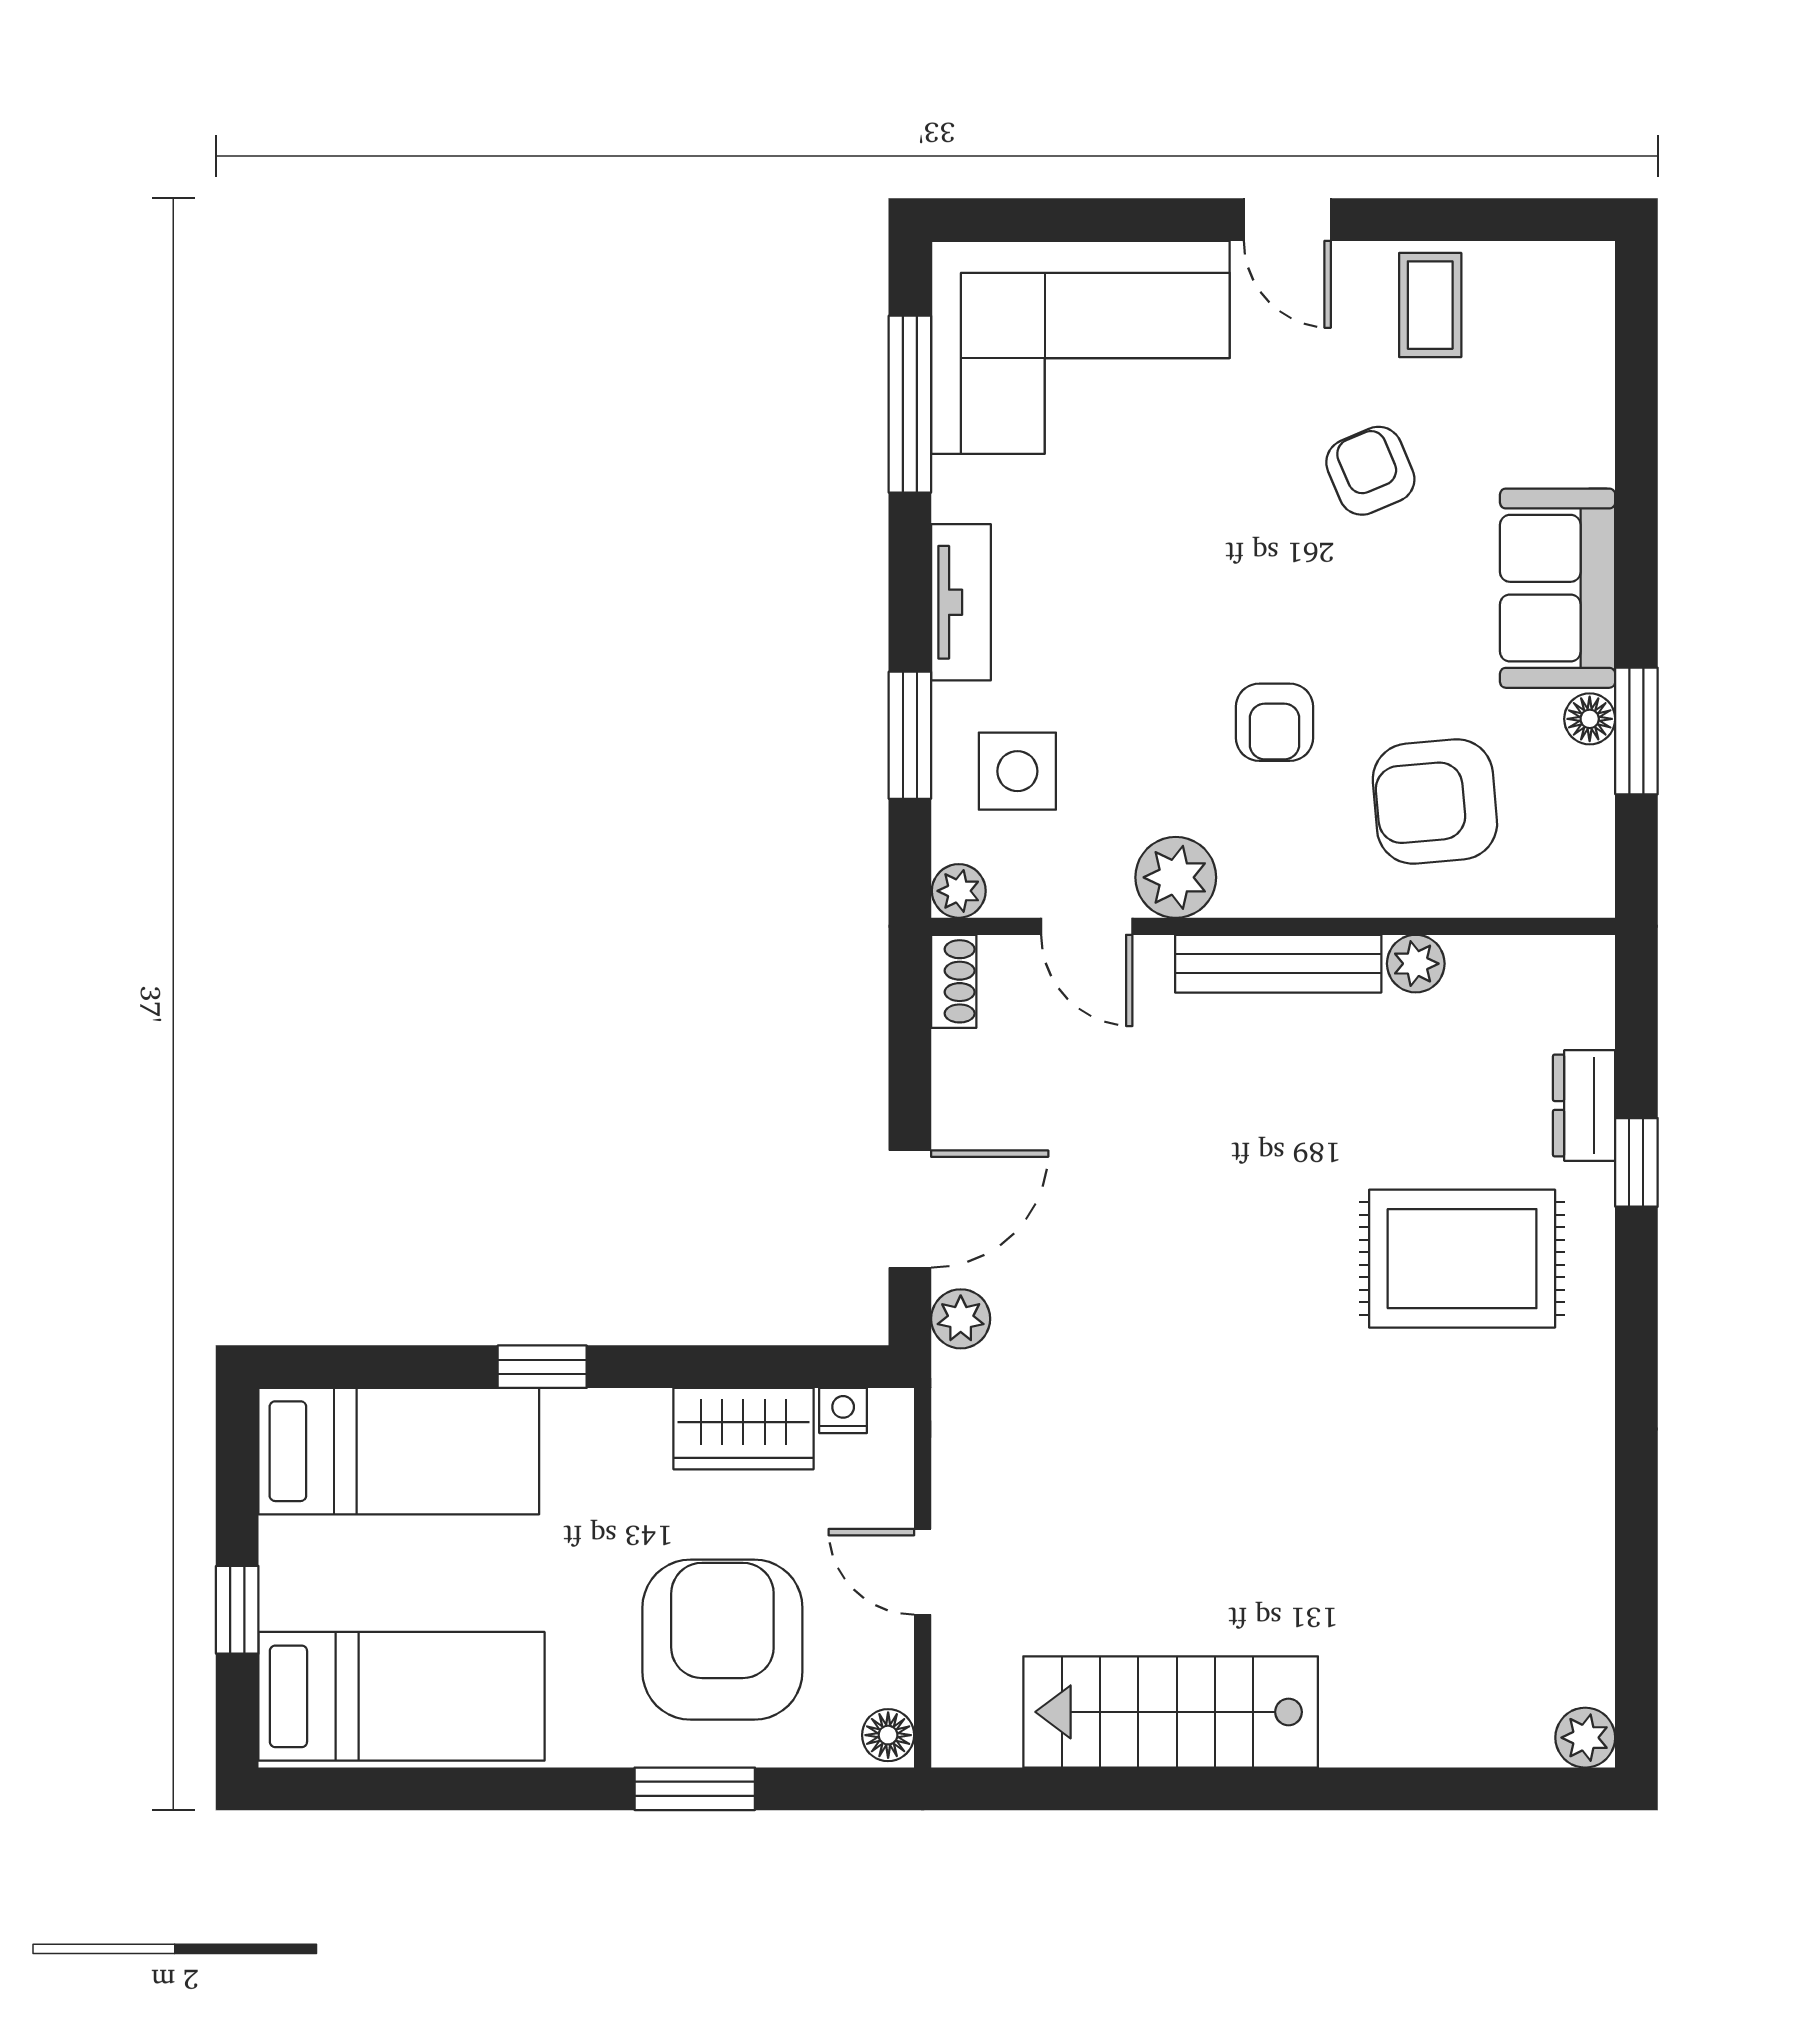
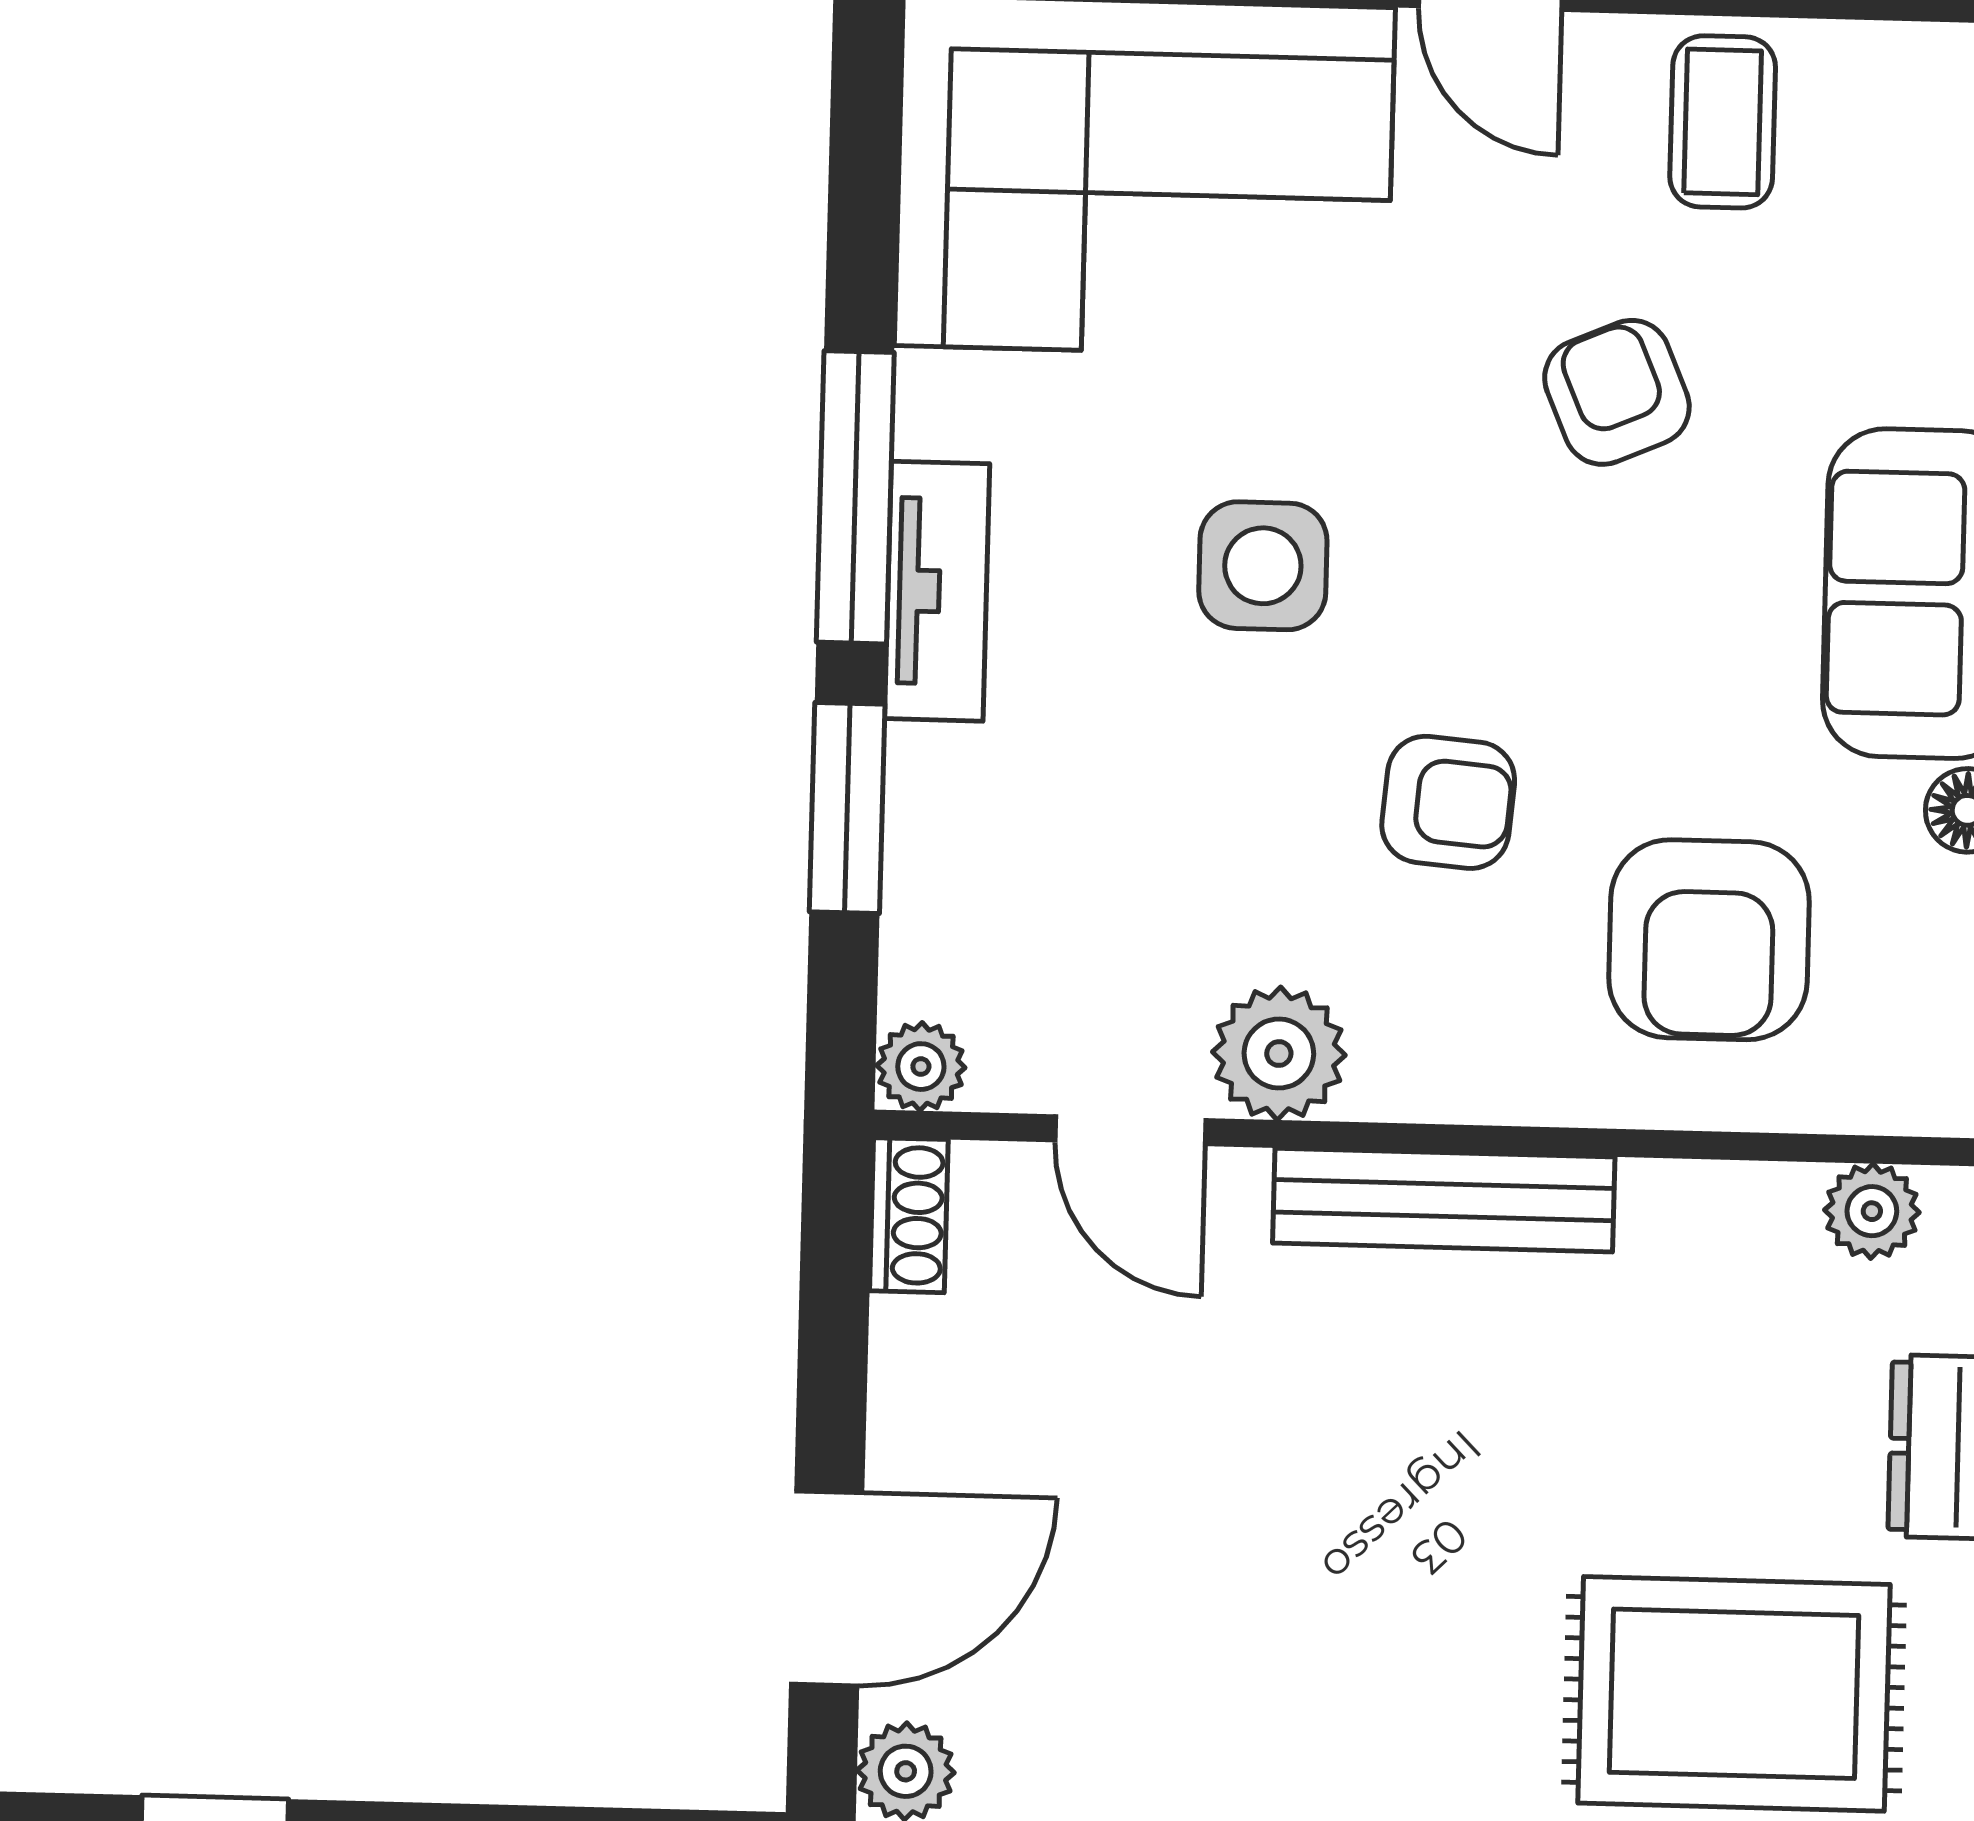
window: (910, 404) -> (855, 497), moved
armchair: (1274, 722) -> (1448, 802), turned -85
side table: (1017, 771) -> (1263, 566), moved
armchair: (1435, 801) -> (1709, 940), turned -85
plant: (1416, 964) -> (1872, 1211), moved

